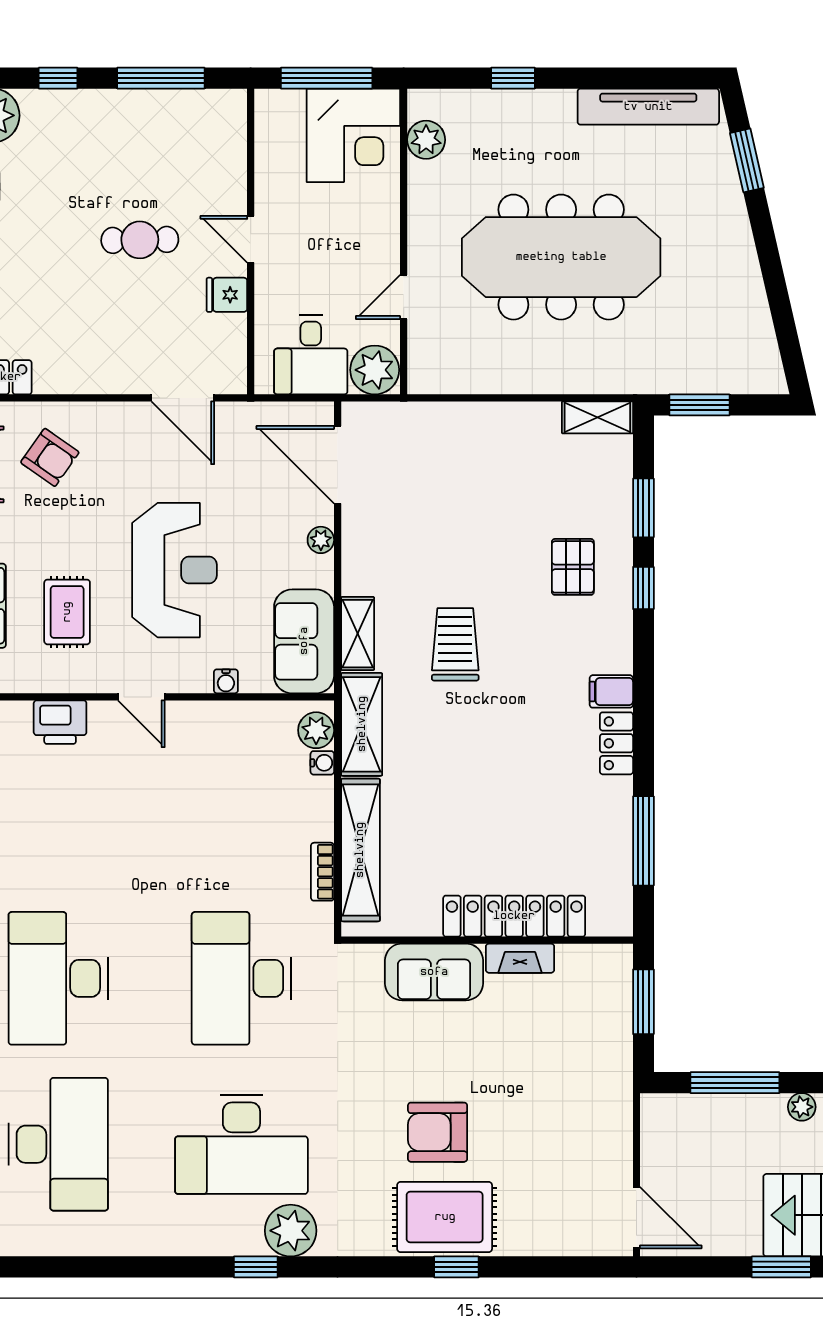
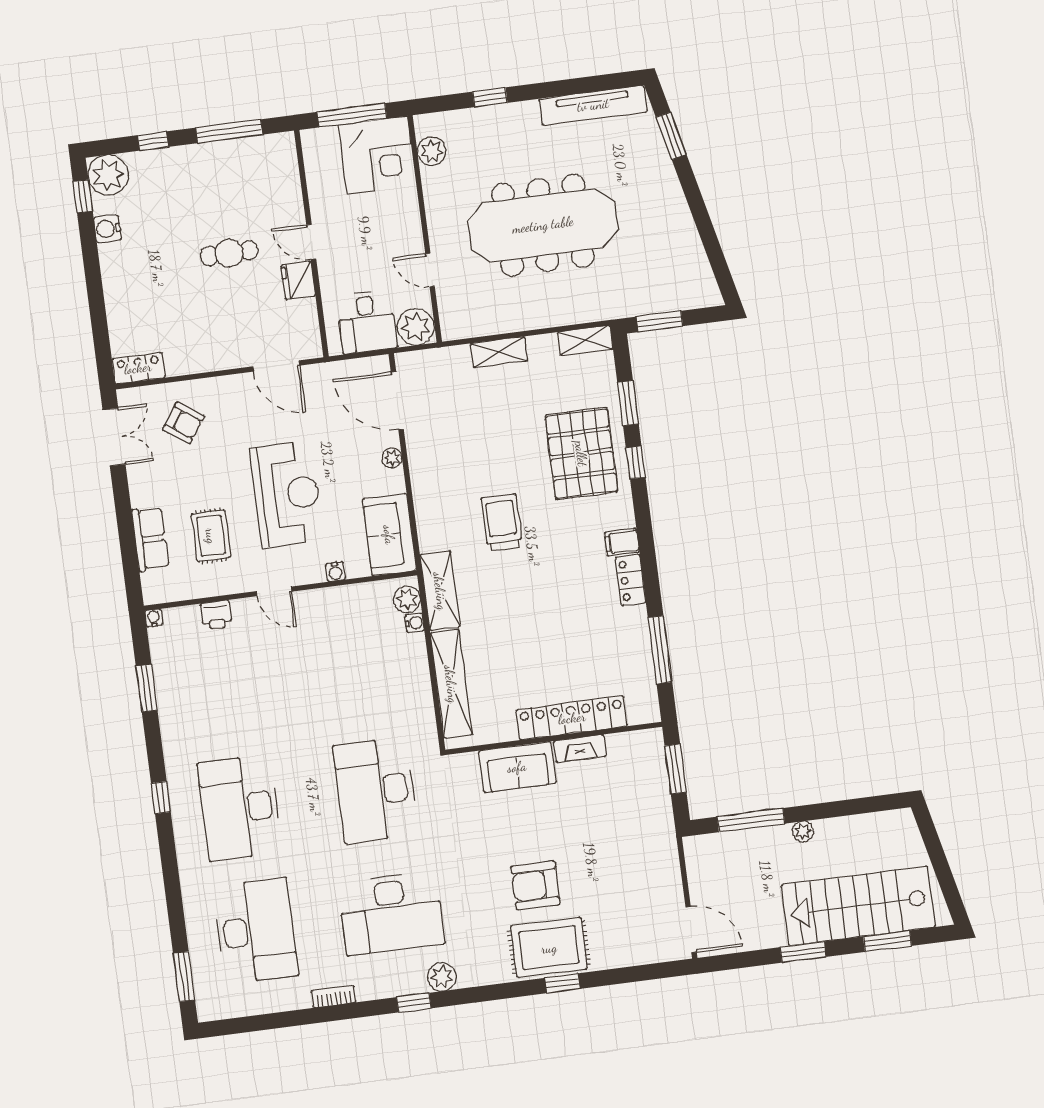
fridge: (227, 295) -> (298, 281), width x1.38
door: (404, 297) -> (430, 270), hinge flipped
pallet: (573, 567) -> (581, 454), width x2.05, depth x2.00
shelving: (358, 634) -> (499, 352), moved, turned 90
printer: (60, 722) -> (216, 615), width x0.73, depth x0.81
bookcase: (322, 872) -> (334, 996), moved, turned 90
plant: (291, 1231) -> (442, 977), width x0.73, depth x0.73

